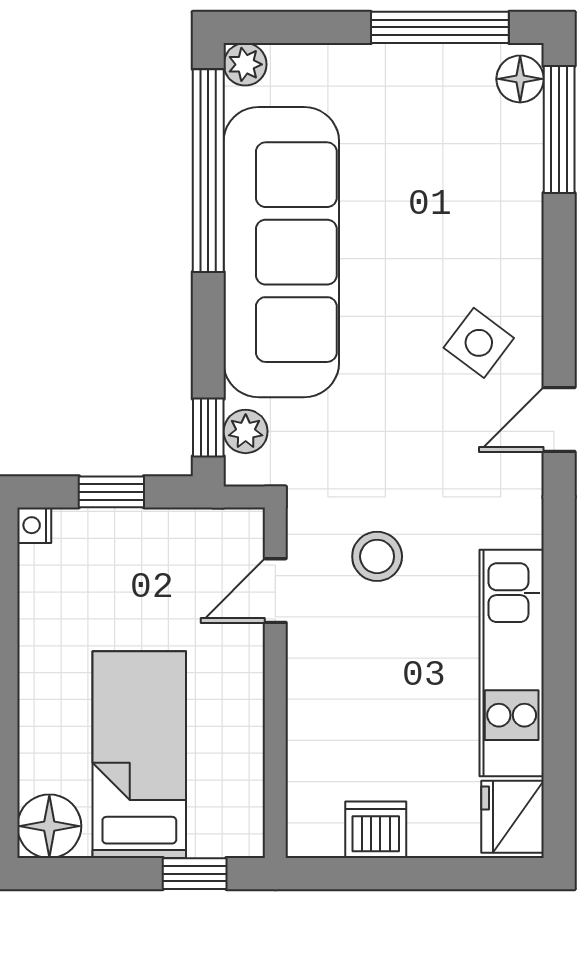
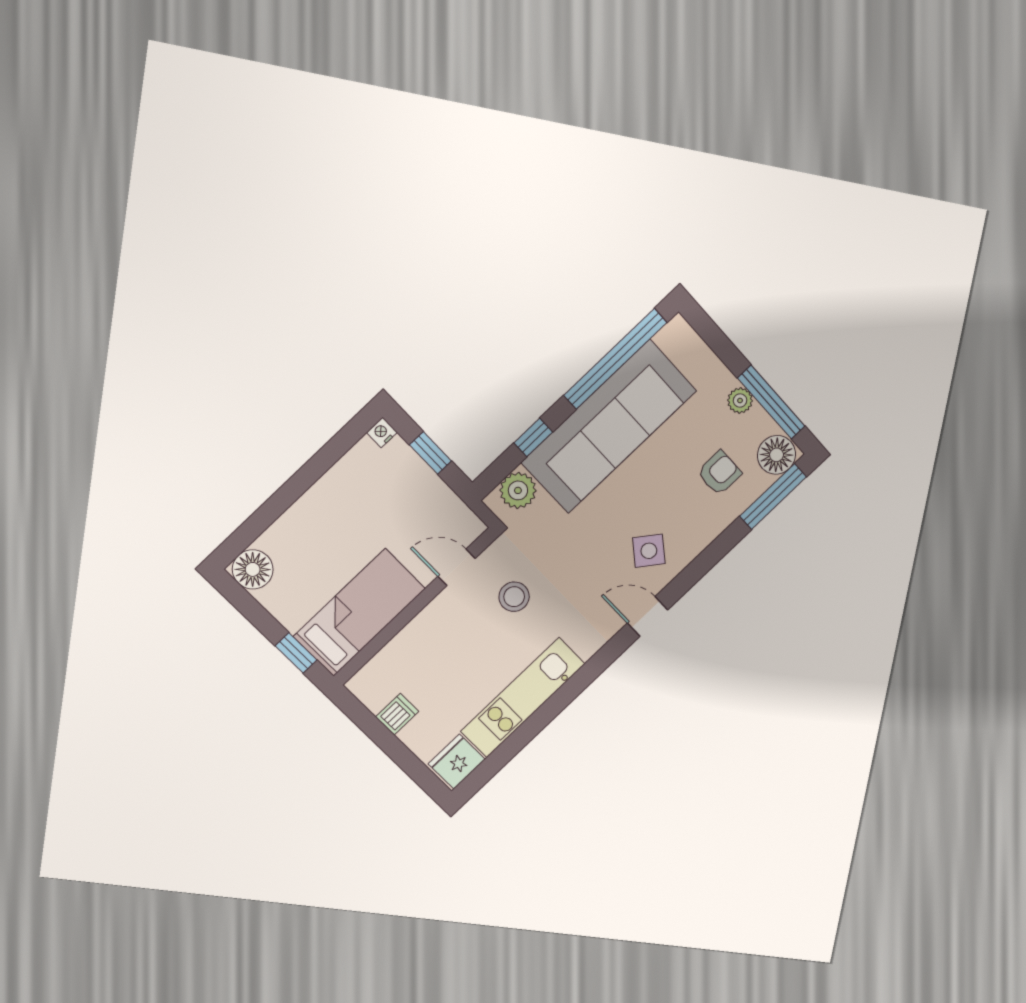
plant: (245, 64) -> (740, 401), moved
floor lamp: (520, 79) -> (777, 455), width x1.38, depth x1.38
armchair: (466, 169) -> (719, 473), added
window: (208, 428) -> (533, 437), moved
plant: (246, 431) -> (518, 490), width x1.38, depth x1.38
bed: (139, 755) -> (359, 612), moved
dishwasher: (376, 830) -> (397, 714), width x0.73

